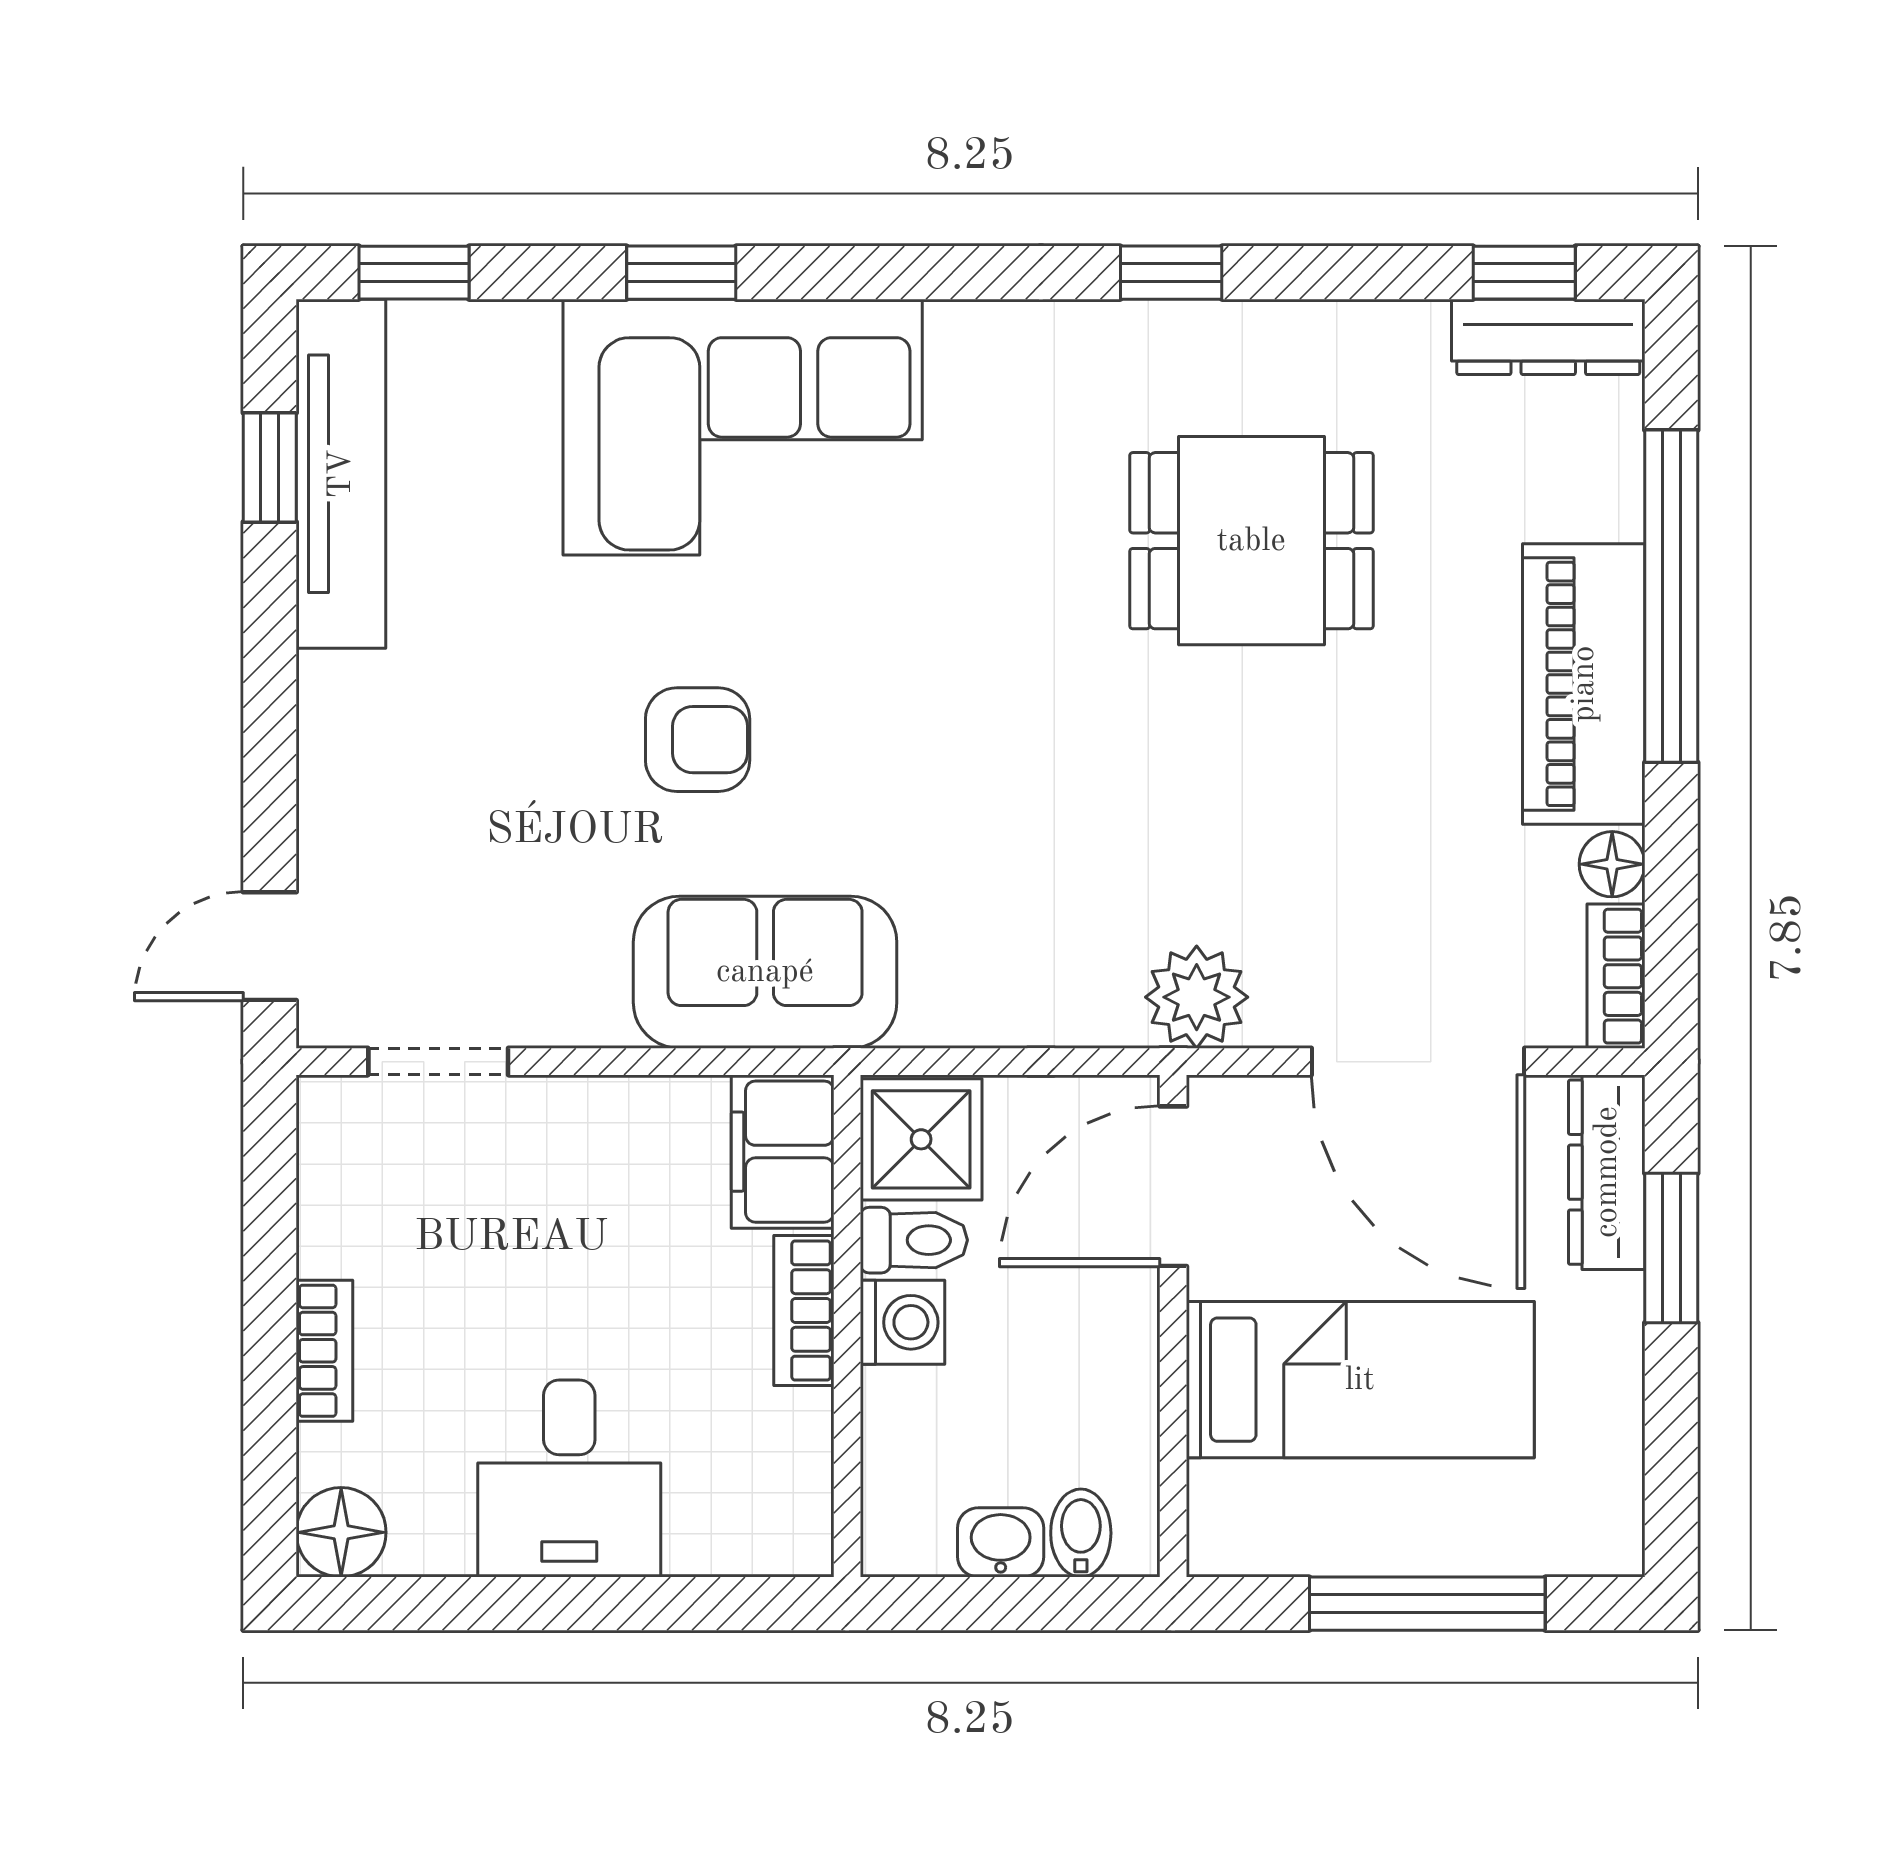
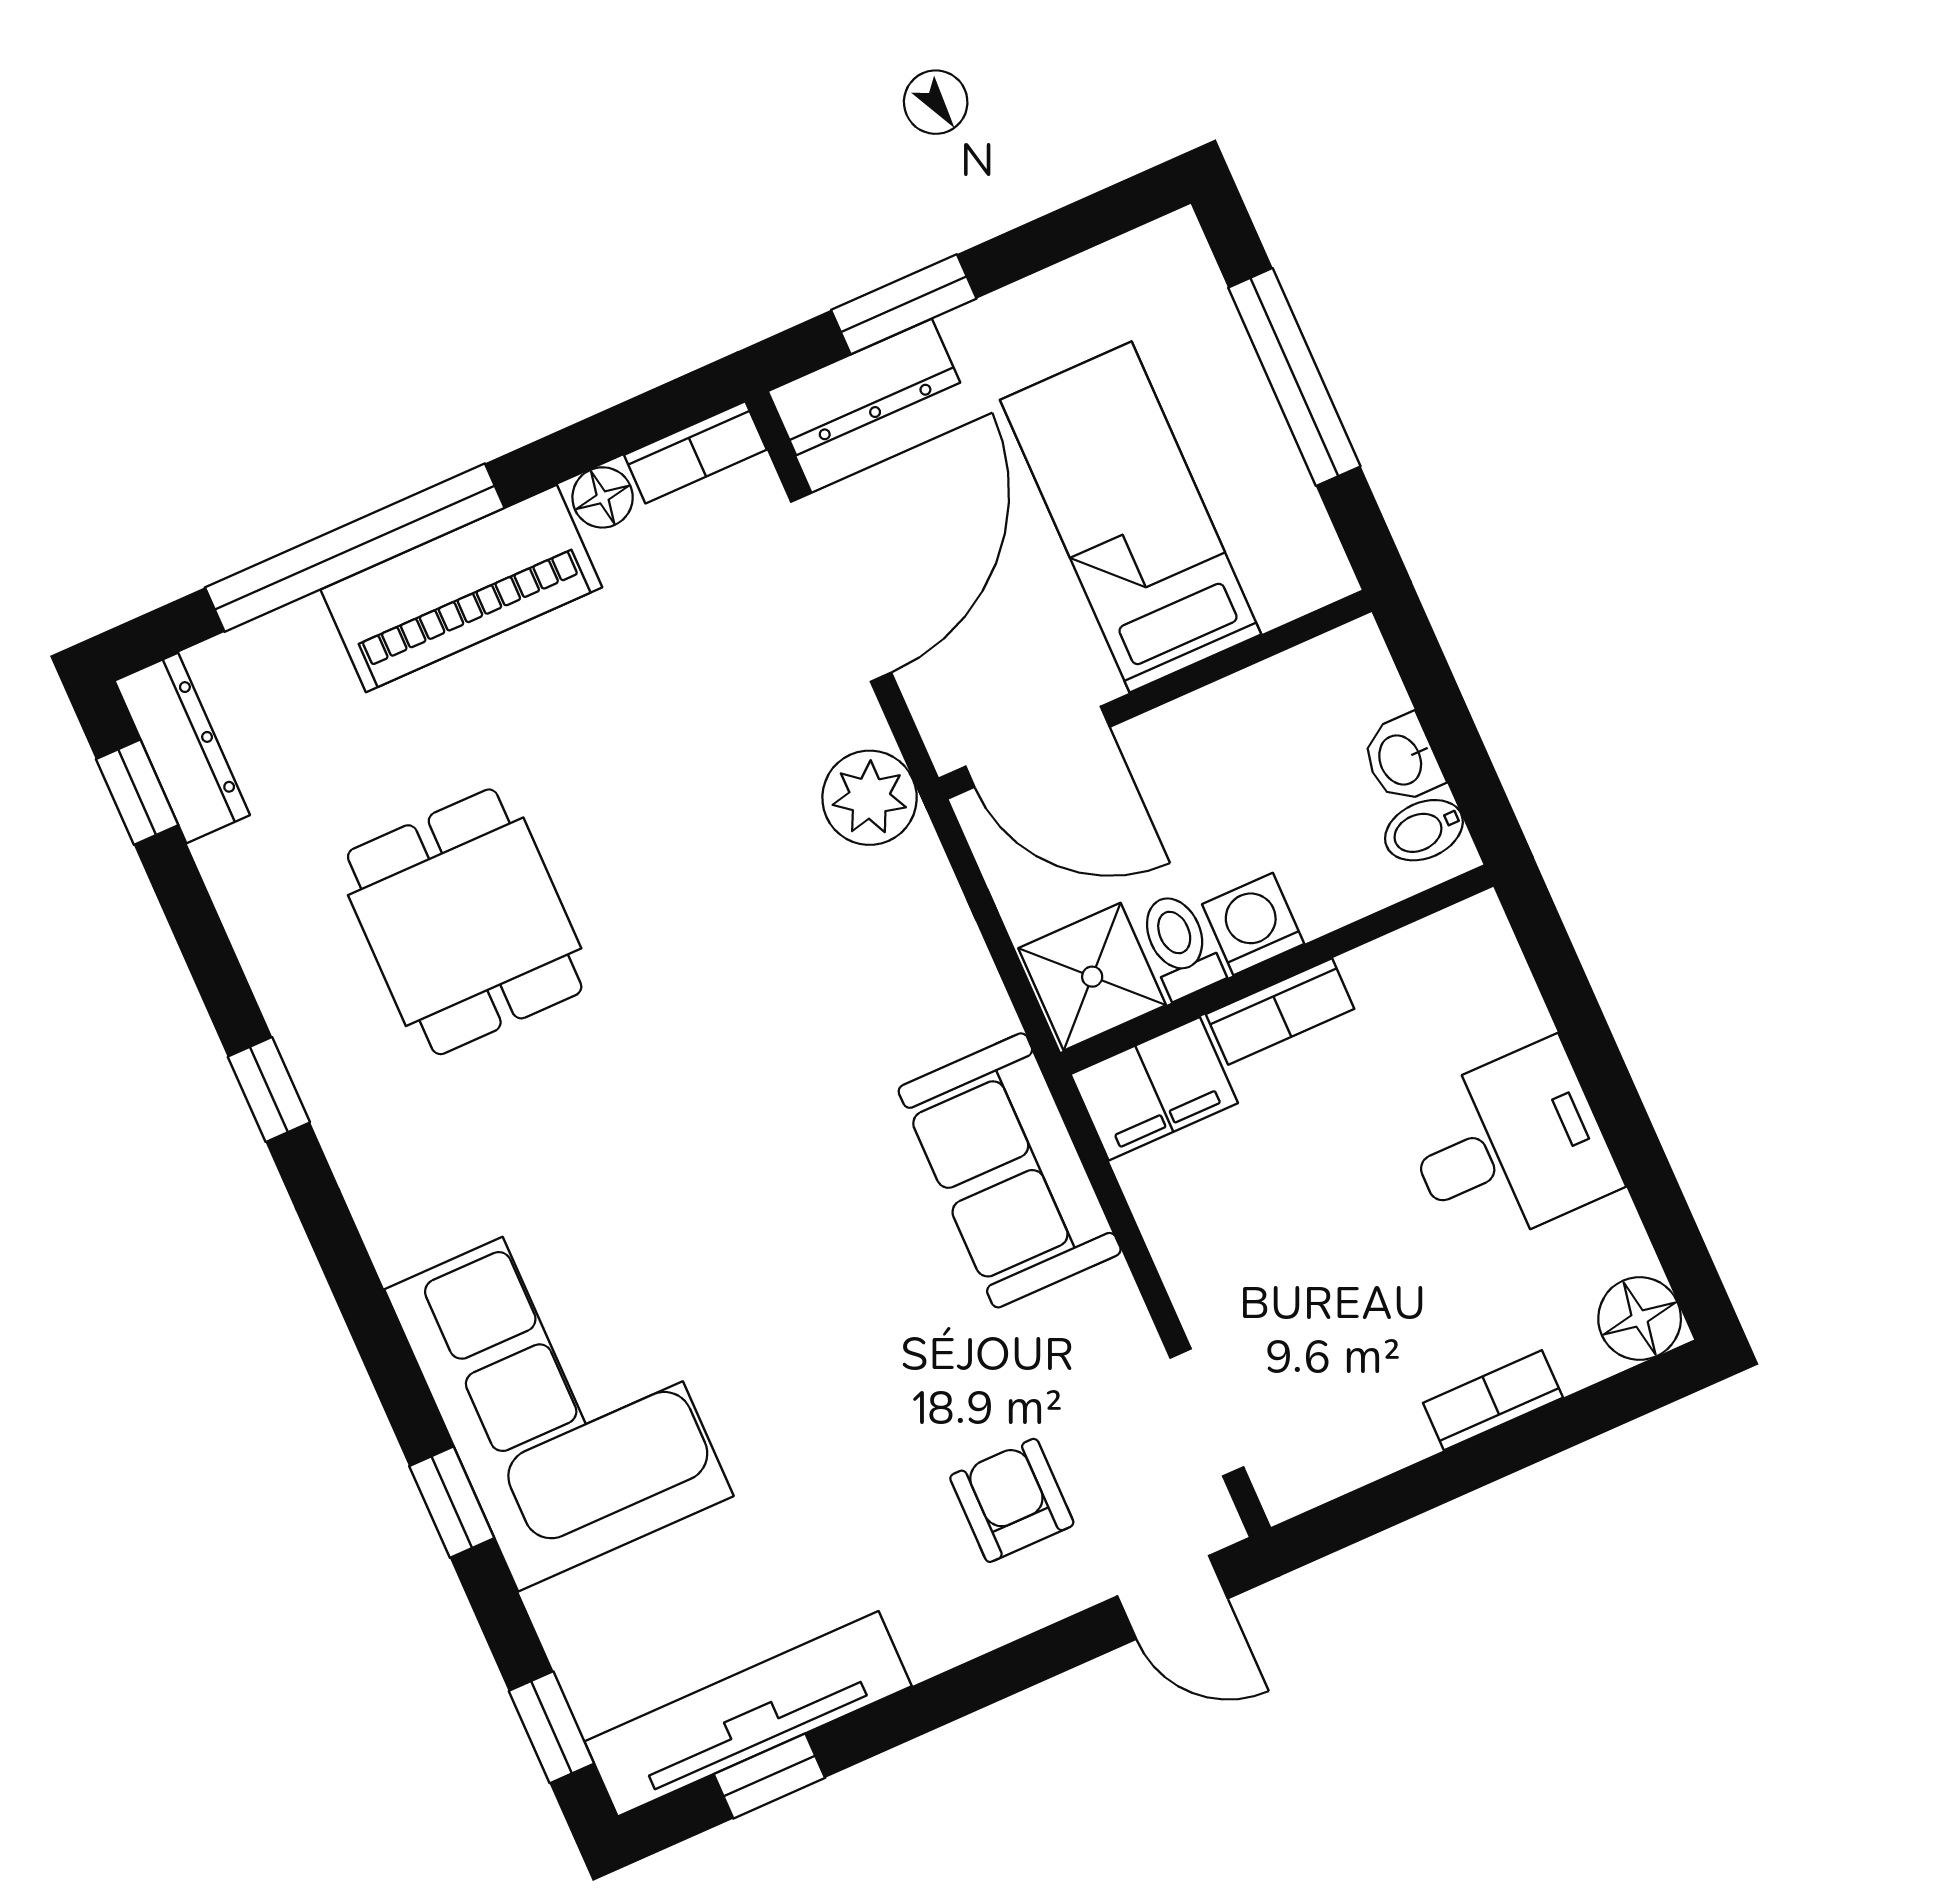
armchair: (698, 740) -> (1012, 1500), moved
bidet: (1081, 1533) -> (1424, 830), moved

